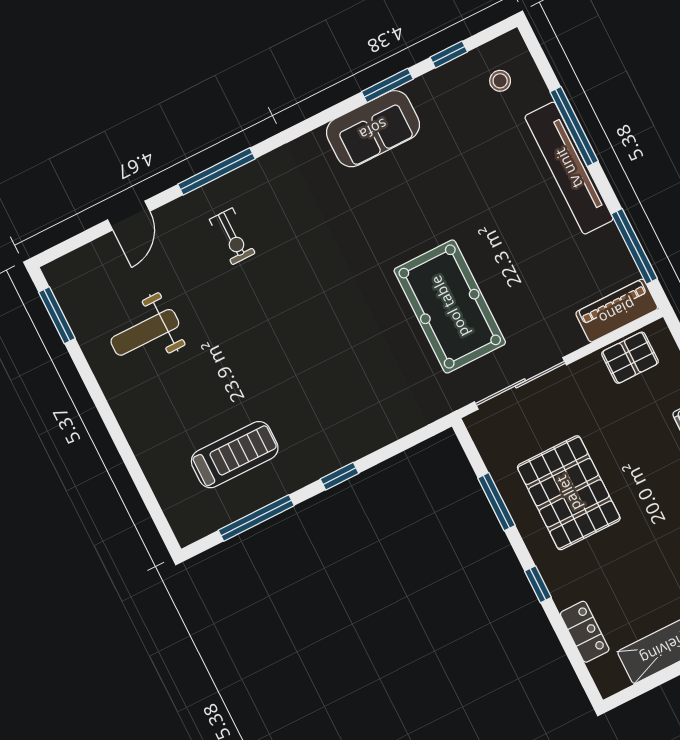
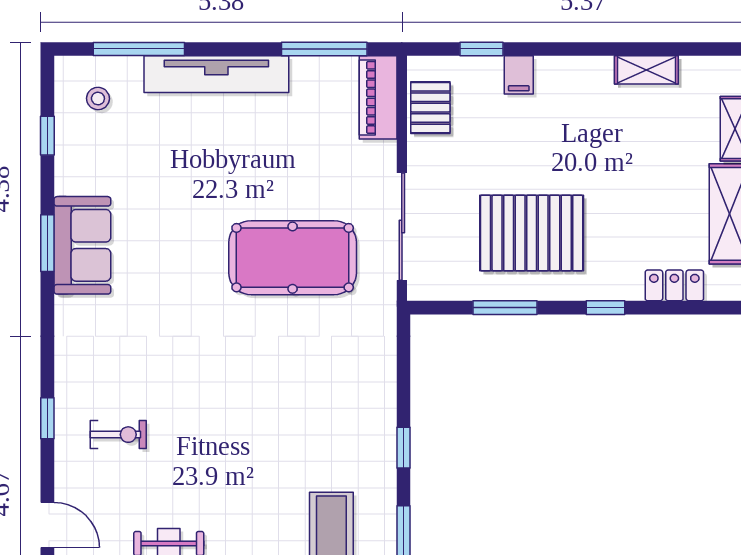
window: (387, 85) -> (47, 243), moved
window: (574, 127) -> (139, 49), moved
window: (216, 171) -> (47, 418), width x0.46

